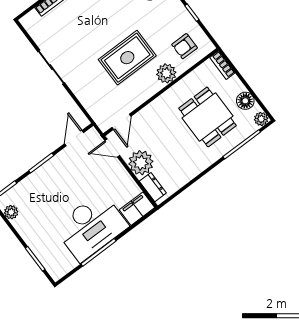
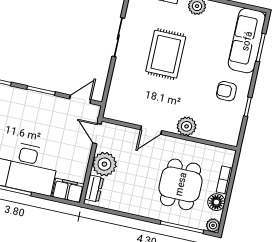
armchair: (185, 46) -> (226, 91), moved
rug: (127, 58) -> (166, 54), moved, turned 90
bookcase: (222, 65) -> (224, 180), moved
door: (121, 122) -> (151, 130), moved

